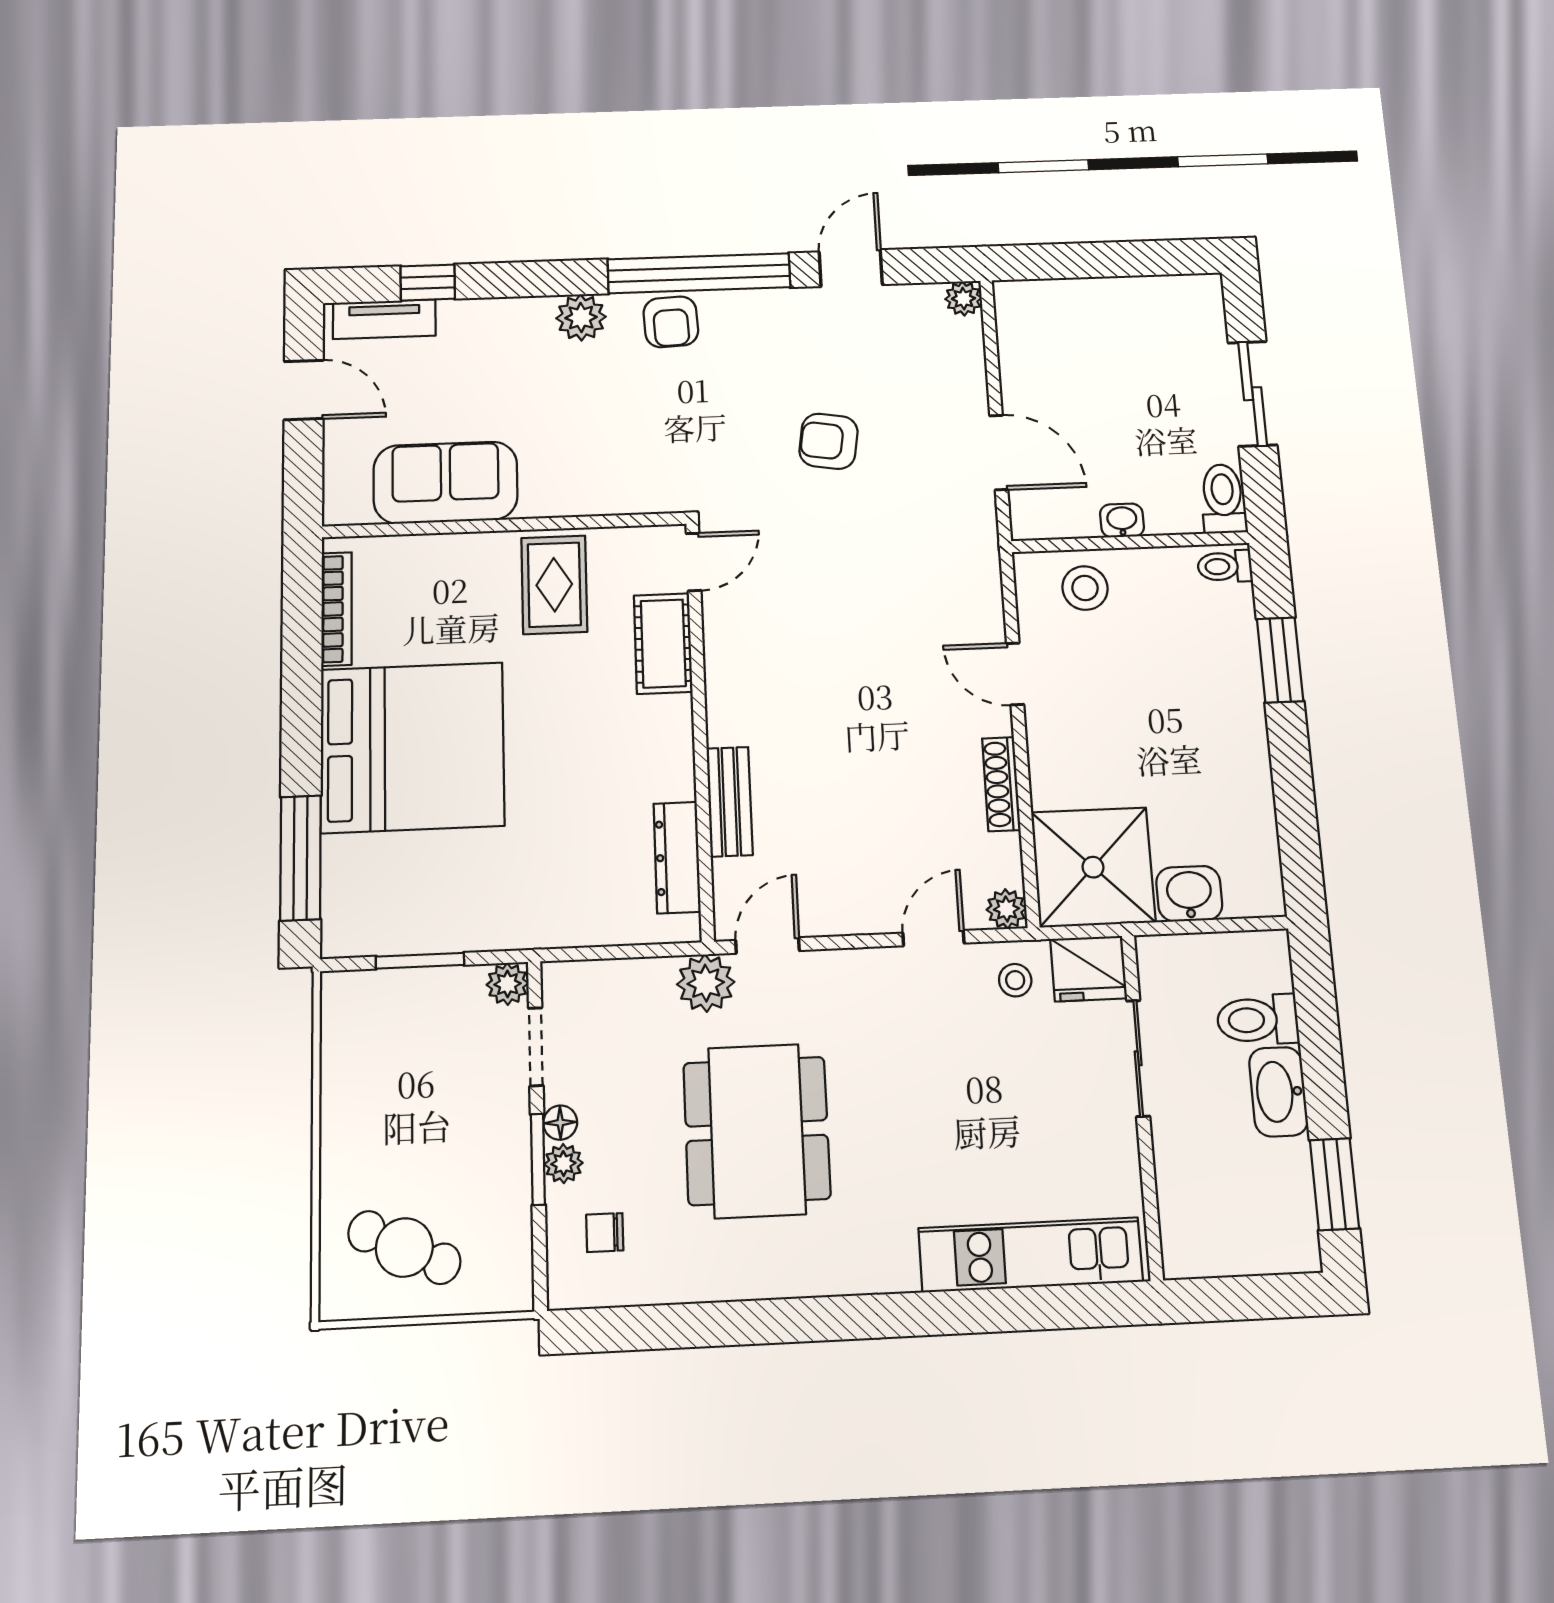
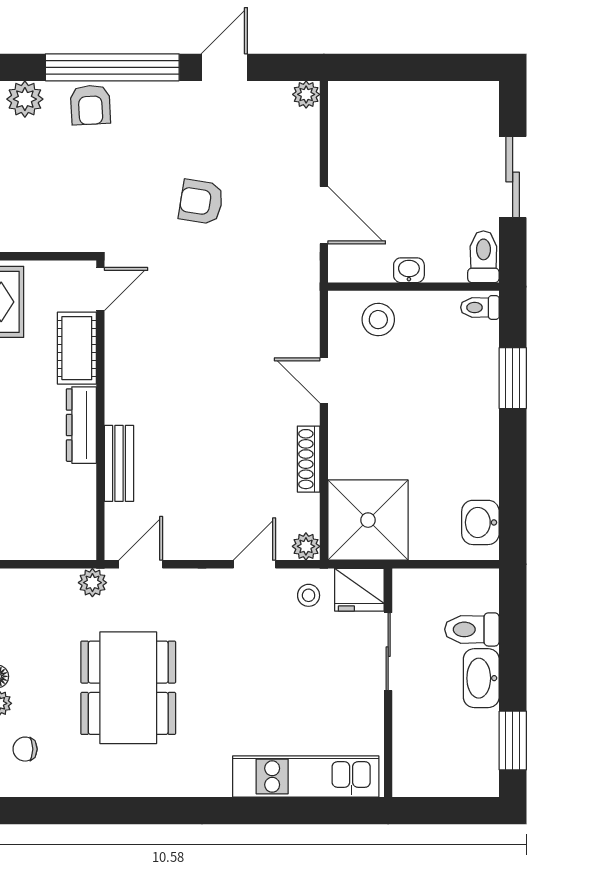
dresser: (677, 858) -> (81, 425), moved
washbasin: (1189, 894) -> (480, 522), moved, turned -90
plant: (706, 983) -> (92, 583), width x0.73, depth x0.73

